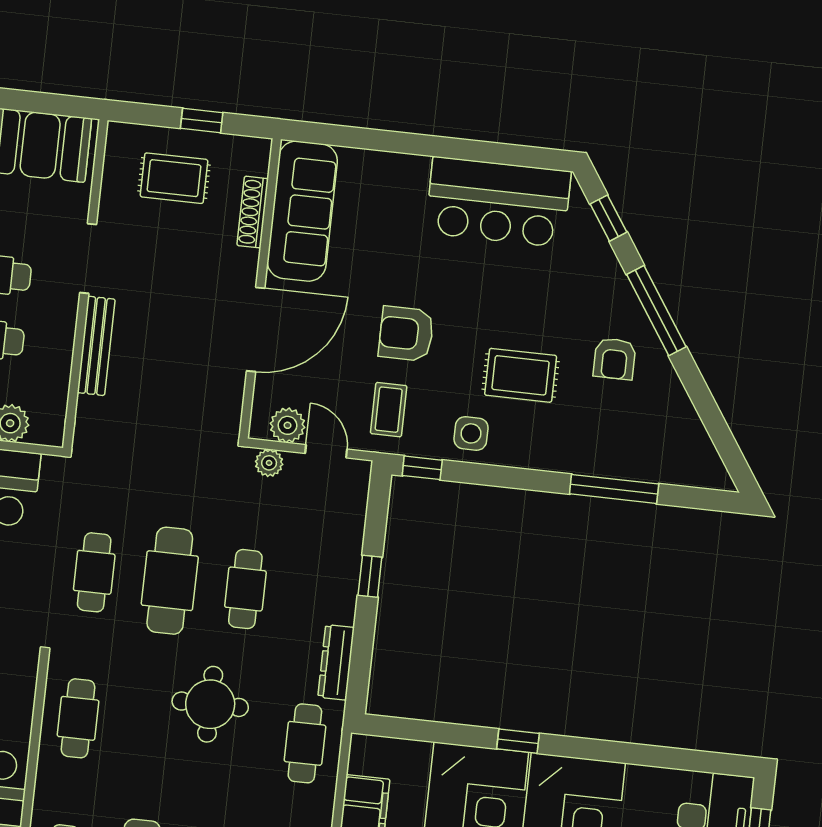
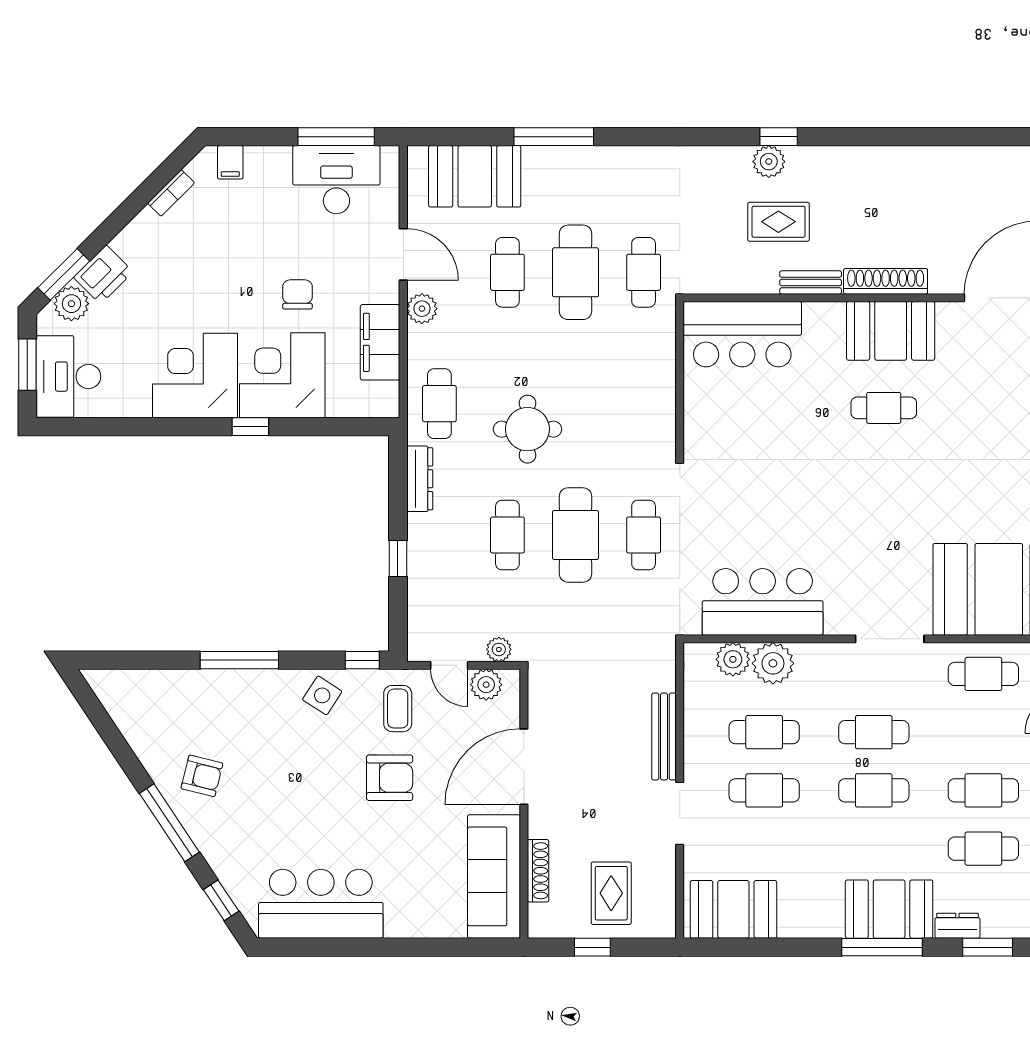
rug: (174, 178) -> (611, 893), turned 90
armchair: (615, 359) -> (202, 776), turned 104
rug: (521, 375) -> (284, 752), removed
side table: (471, 433) -> (322, 695), turned 33
window: (614, 489) -> (239, 660), moved
cafe table: (78, 718) -> (644, 404), removed

